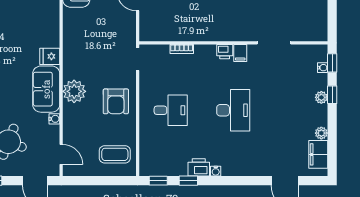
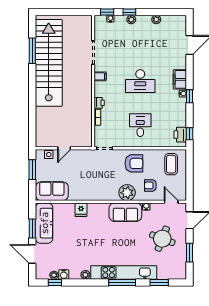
printer: (225, 52) -> (99, 103), moved
fridge: (50, 56) -> (81, 210), moved
desk: (233, 110) -> (140, 81), turned 180
armchair: (84, 125) -> (150, 185), added
door: (61, 154) -> (171, 202), hinge flipped
filing cabinet: (318, 154) -> (180, 79), moved, turned 90
printer: (199, 167) -> (180, 135), moved
window: (188, 181) -> (189, 96), moved

